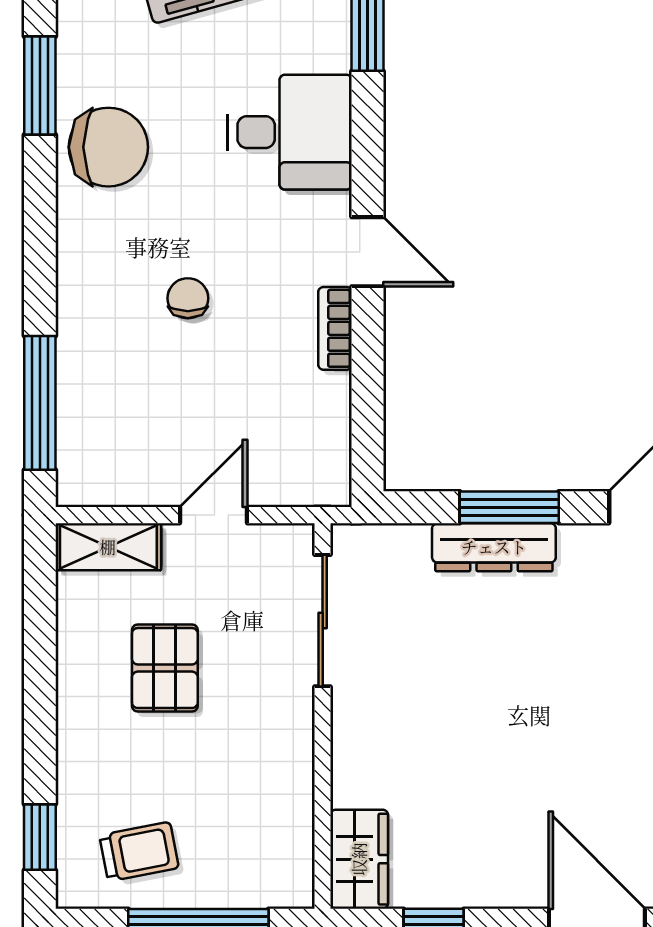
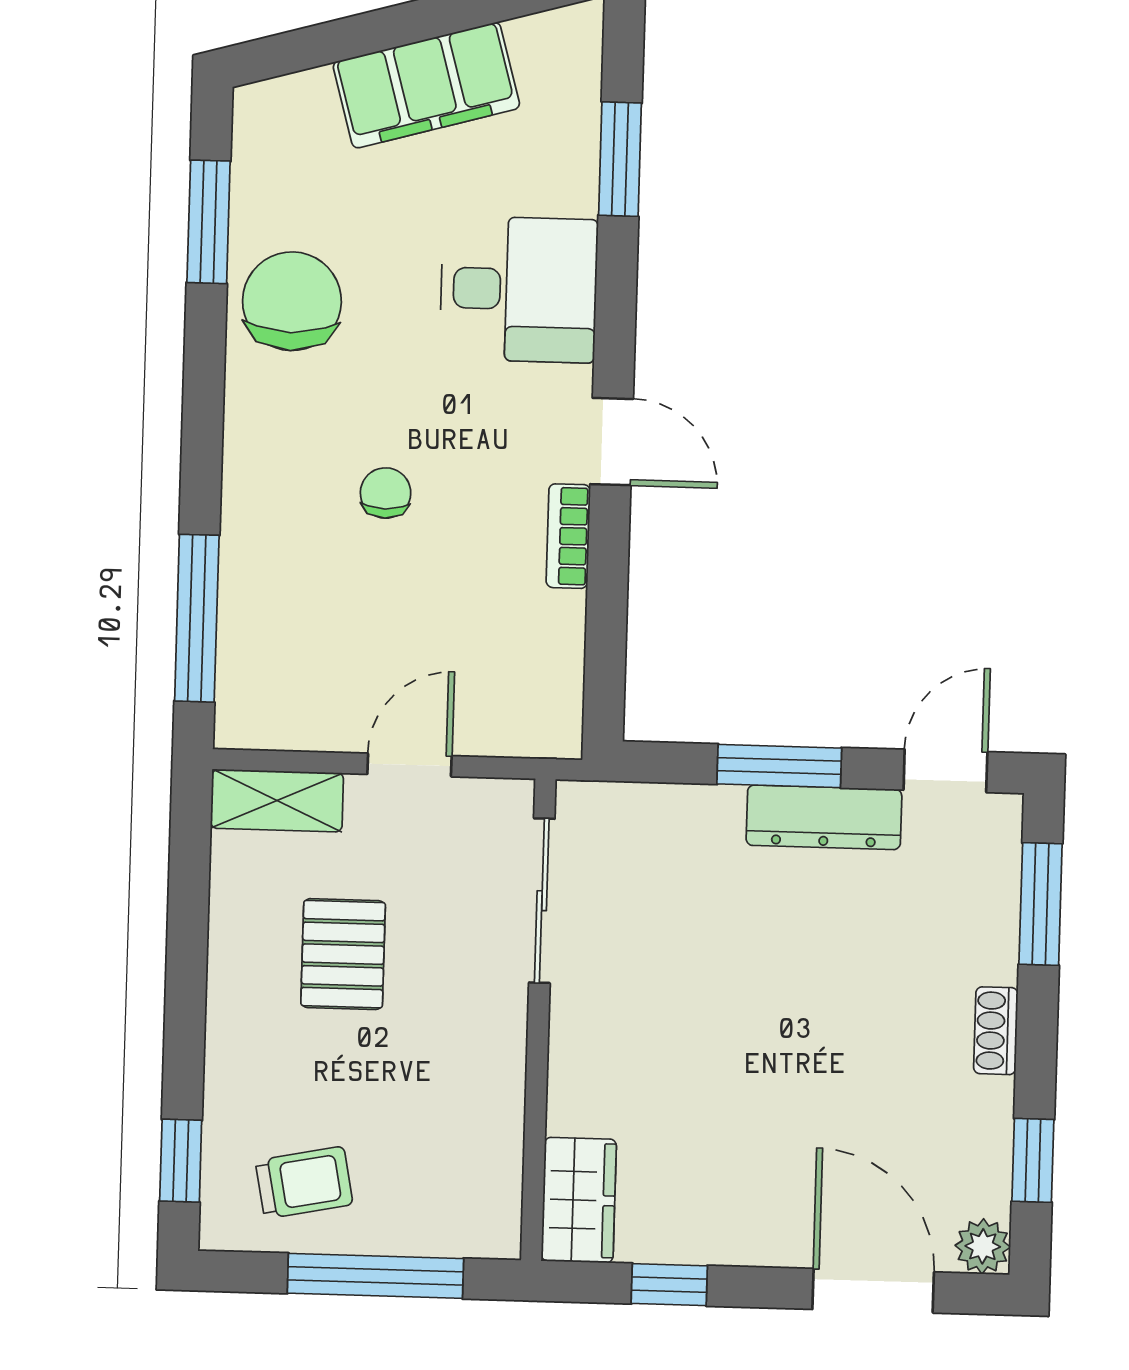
chair: (108, 147) -> (292, 301), turned -90
dresser: (494, 547) -> (824, 817), moved

